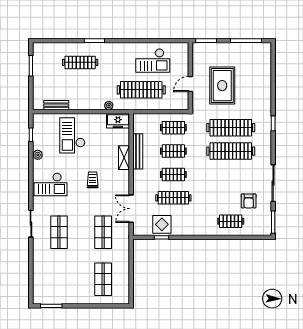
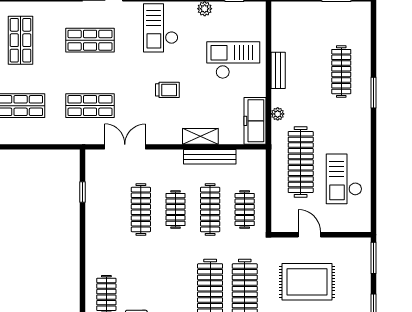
bench: (56, 105) -> (278, 70), moved
freezer: (118, 121) -> (255, 121), width x1.40
clothes rail: (173, 151) -> (210, 209), width x1.36
display table: (162, 224) -> (102, 193), removed
shop shelf: (59, 279) -> (21, 40), added

